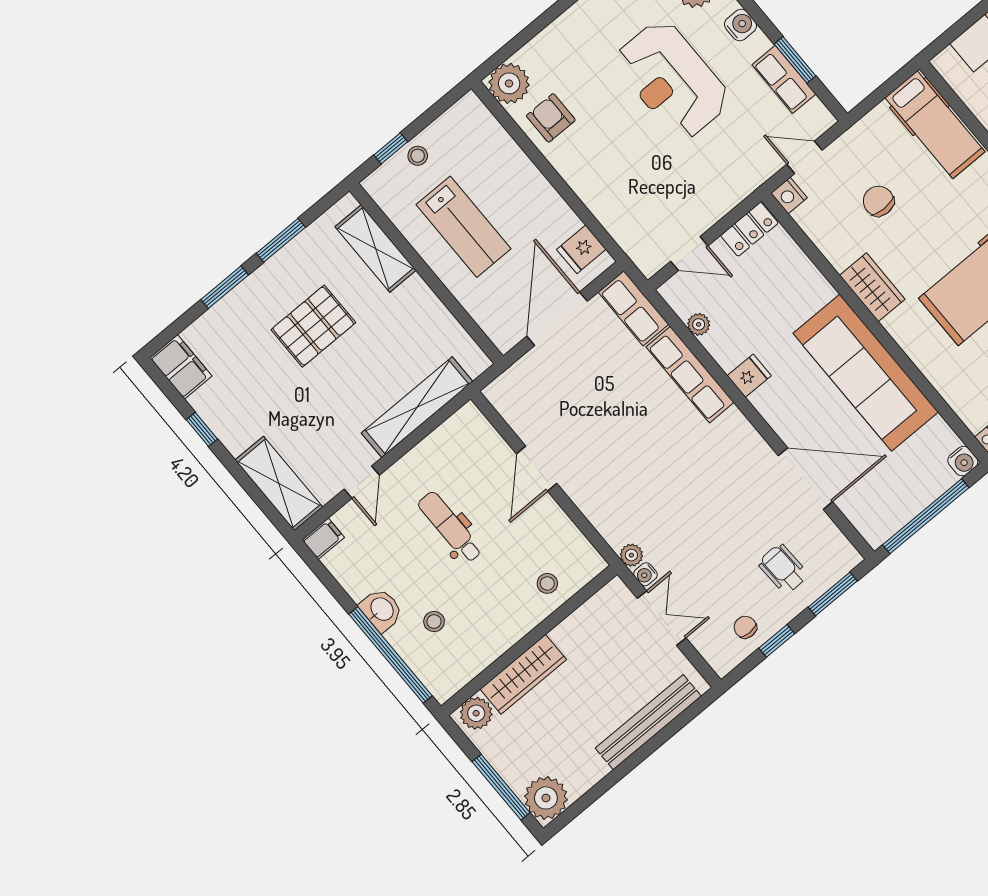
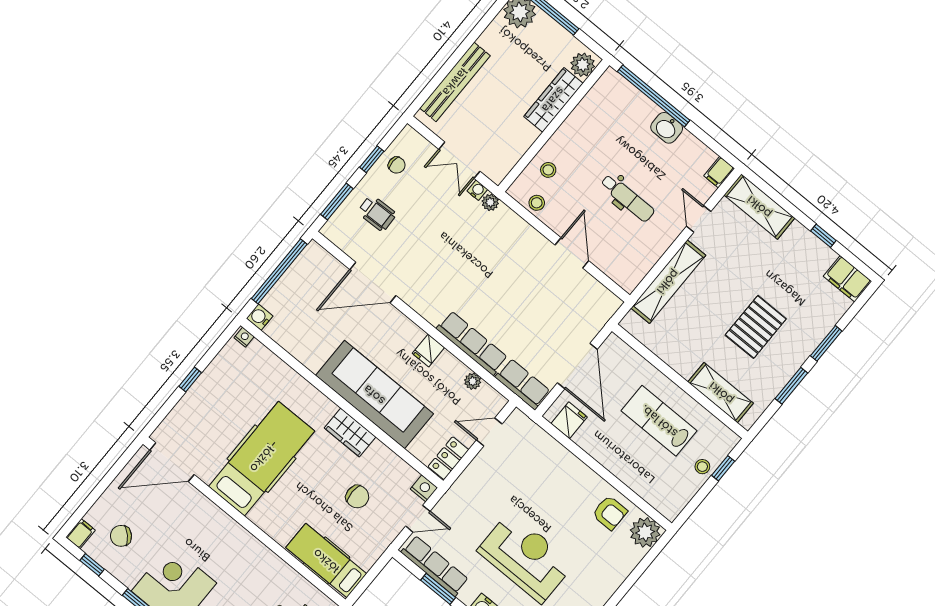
row of seats: (784, 79) -> (435, 566), width x1.48
sofa: (866, 373) -> (374, 395), moved
stool: (434, 622) -> (537, 203), moved

